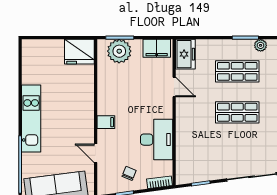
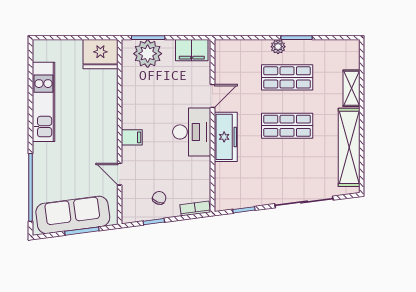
plant: (261, 45) -> (278, 47), moved
freezer: (185, 54) -> (226, 137), moved, width x1.40
door: (174, 87) -> (212, 96), hinge flipped
kitchen unit: (31, 118) -> (43, 102), moved
desk: (157, 140) -> (192, 132), moved

